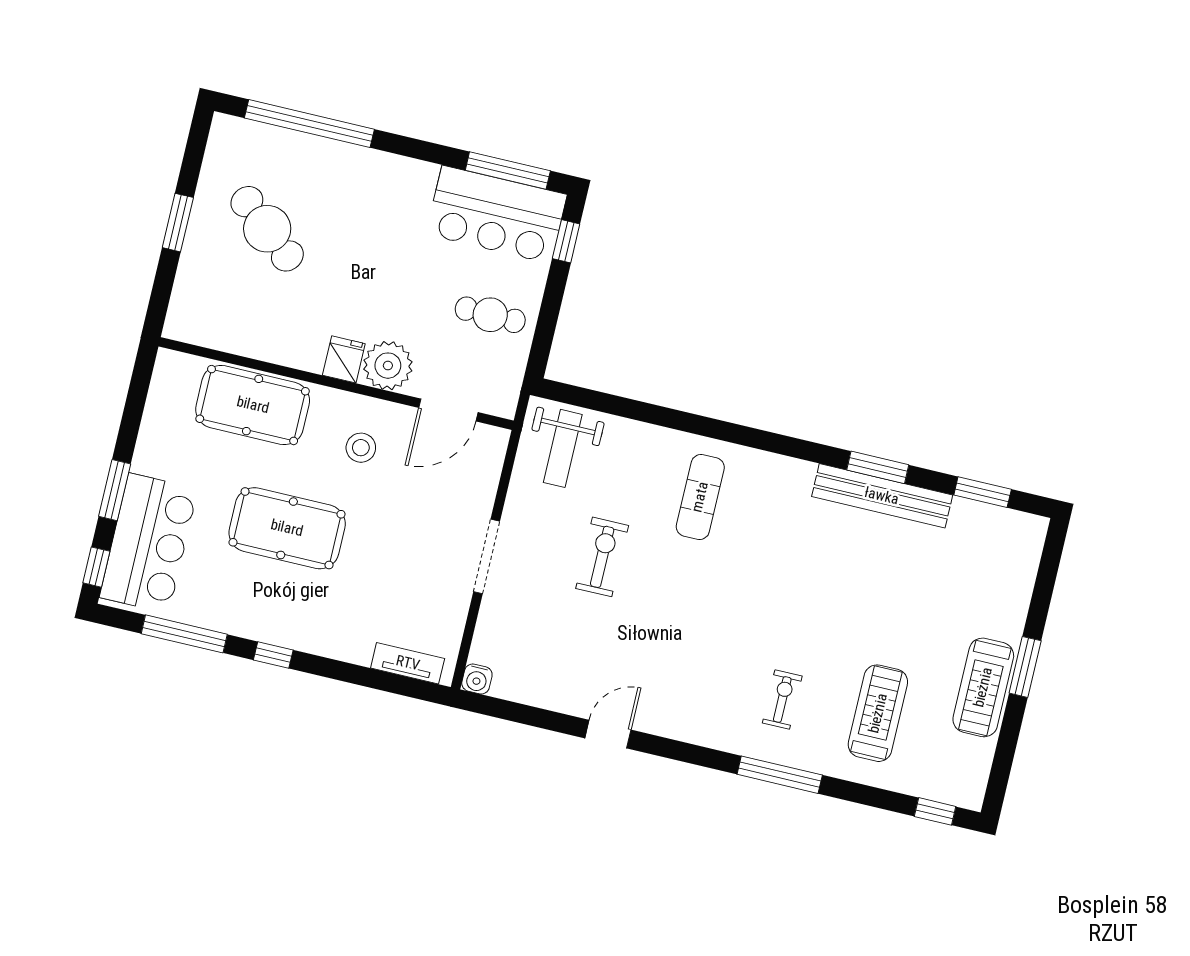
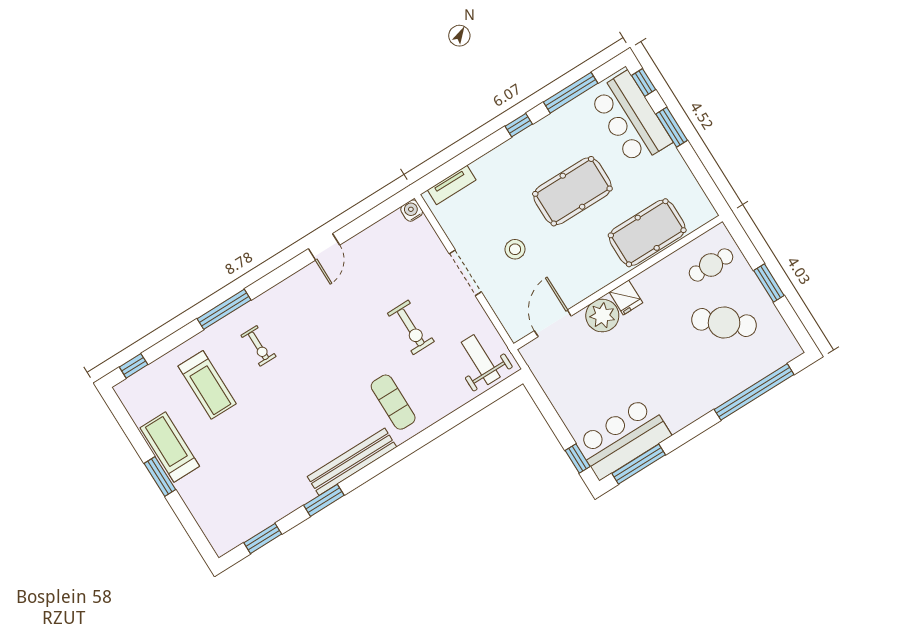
cafe table: (490, 315) -> (711, 265), moved
stool: (361, 448) -> (515, 249), moved
bench: (882, 496) -> (352, 462), moved

